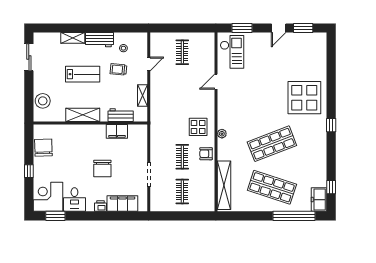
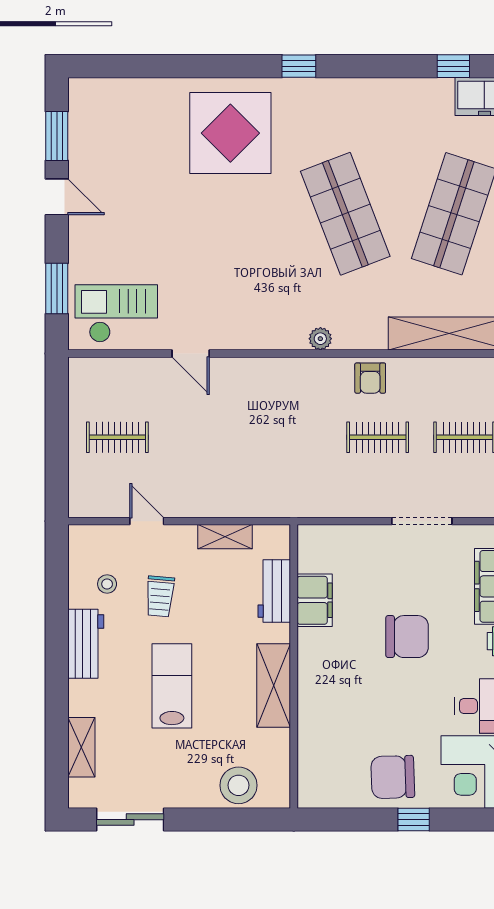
shelving: (73, 38) -> (81, 747), moved
display table: (198, 127) -> (303, 398), removed
chair: (43, 148) -> (393, 777), moved

